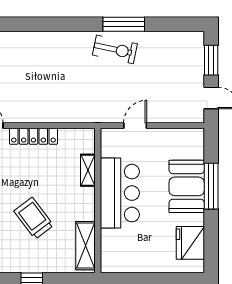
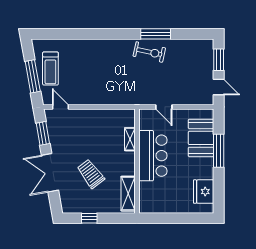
door: (135, 126) -> (164, 107), swing flipped
locker: (33, 136) -> (91, 115), removed
booth: (187, 186) -> (201, 138), moved

